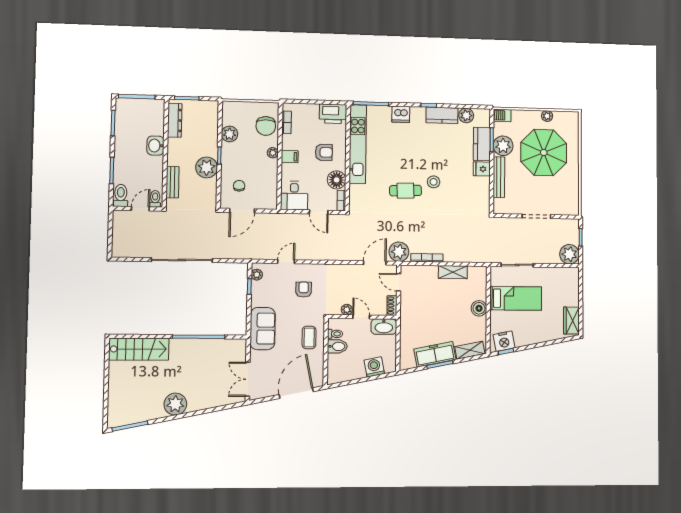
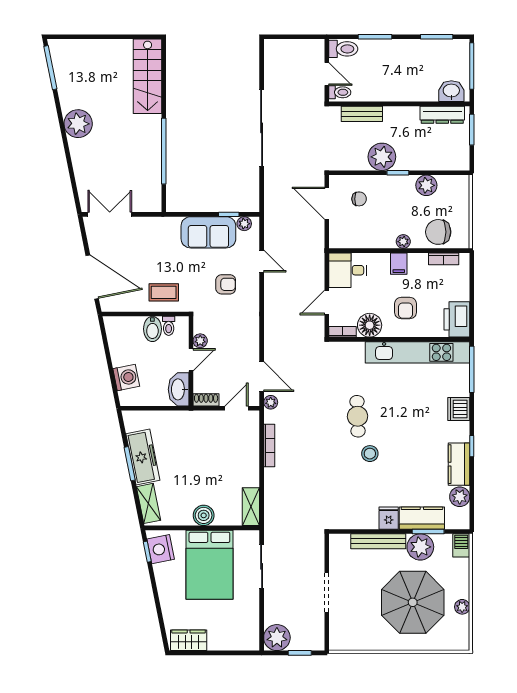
washbasin: (155, 146) -> (451, 91), moved
plant: (399, 252) -> (271, 402), width x0.53, depth x0.53
shelving: (453, 272) -> (251, 507), moved
bed: (516, 298) -> (209, 565), width x1.50
sofa: (263, 329) -> (208, 232), moved

